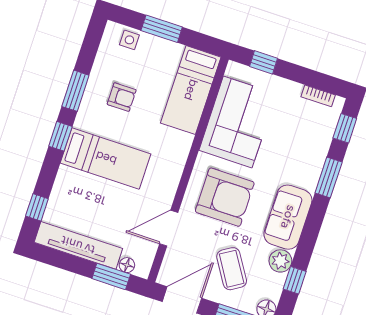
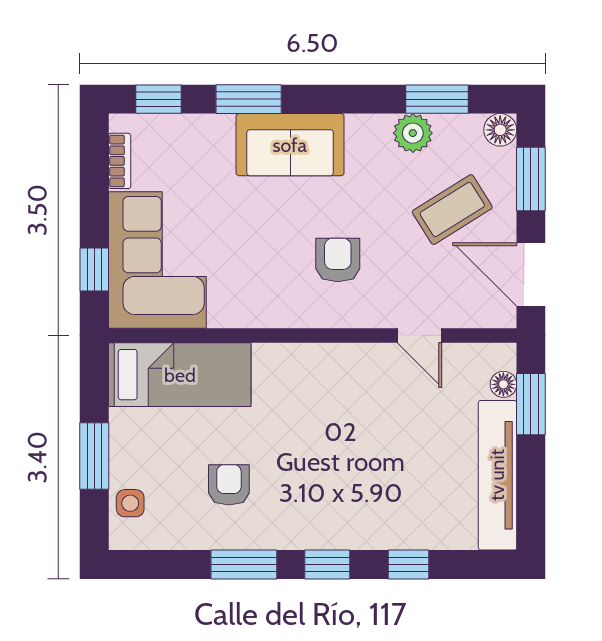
corner sofa: (238, 122) -> (157, 260), moved, turned 90
bed: (106, 158) -> (339, 478), removed
armchair: (225, 197) -> (338, 260), width x0.53, depth x0.53
window: (37, 207) -> (409, 565), moved
sofa: (288, 217) -> (290, 145), moved
door: (169, 228) -> (420, 335), width x0.73
window: (295, 280) -> (437, 99), width x1.50

